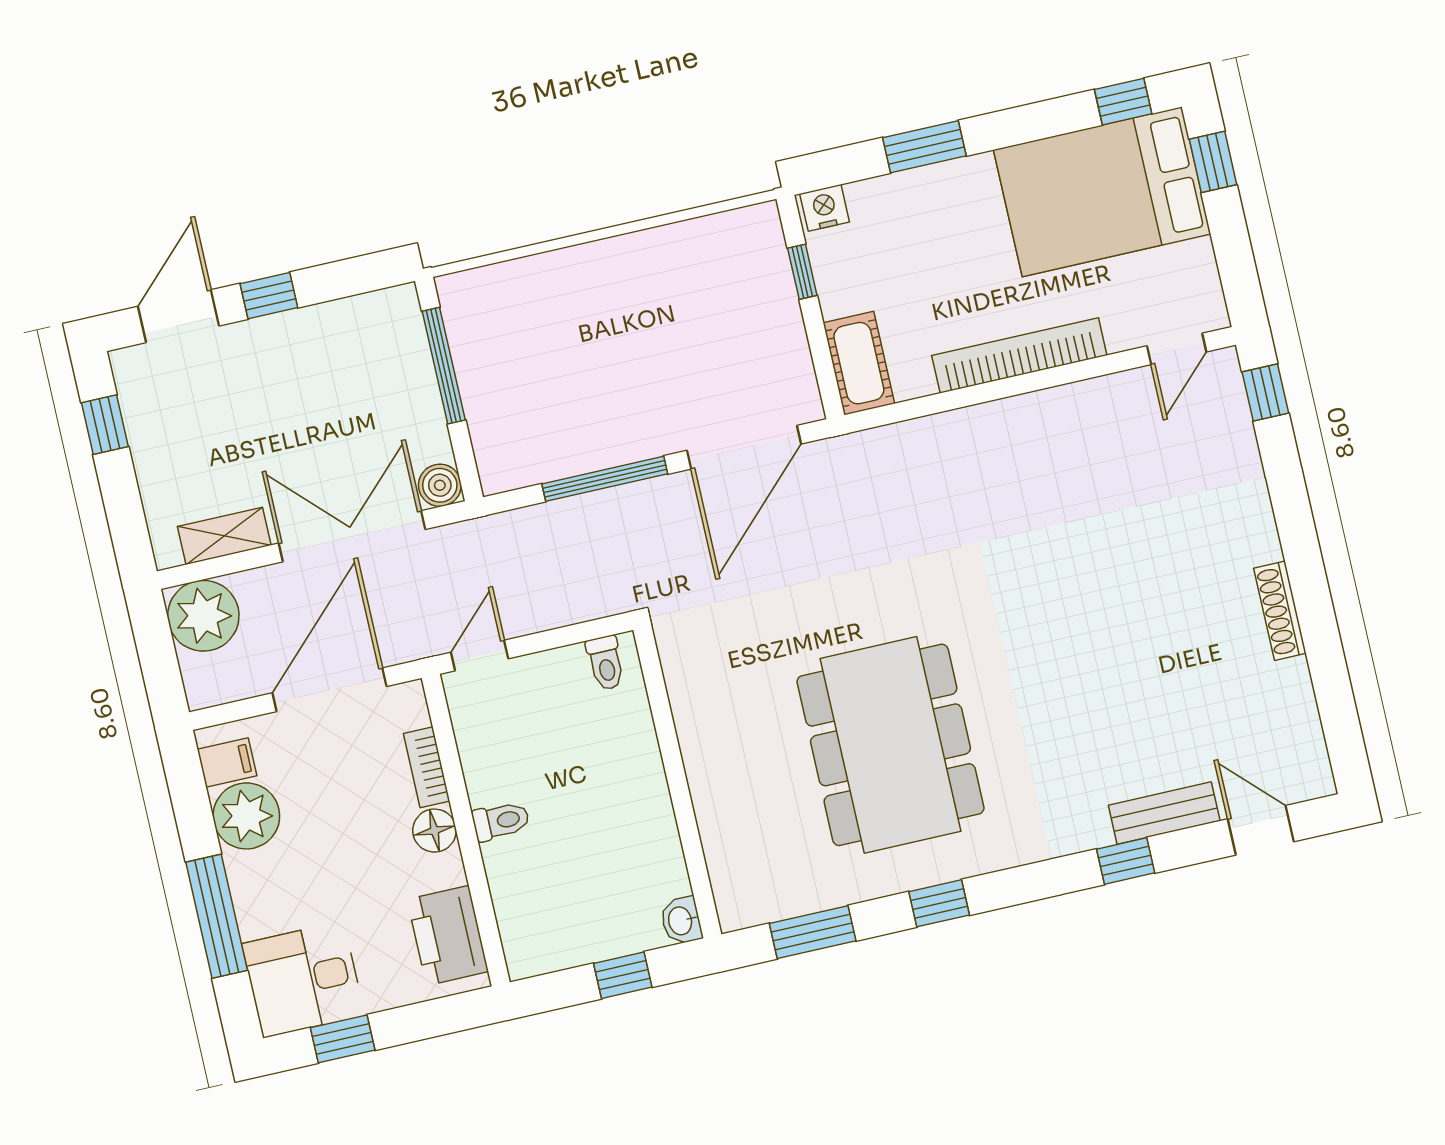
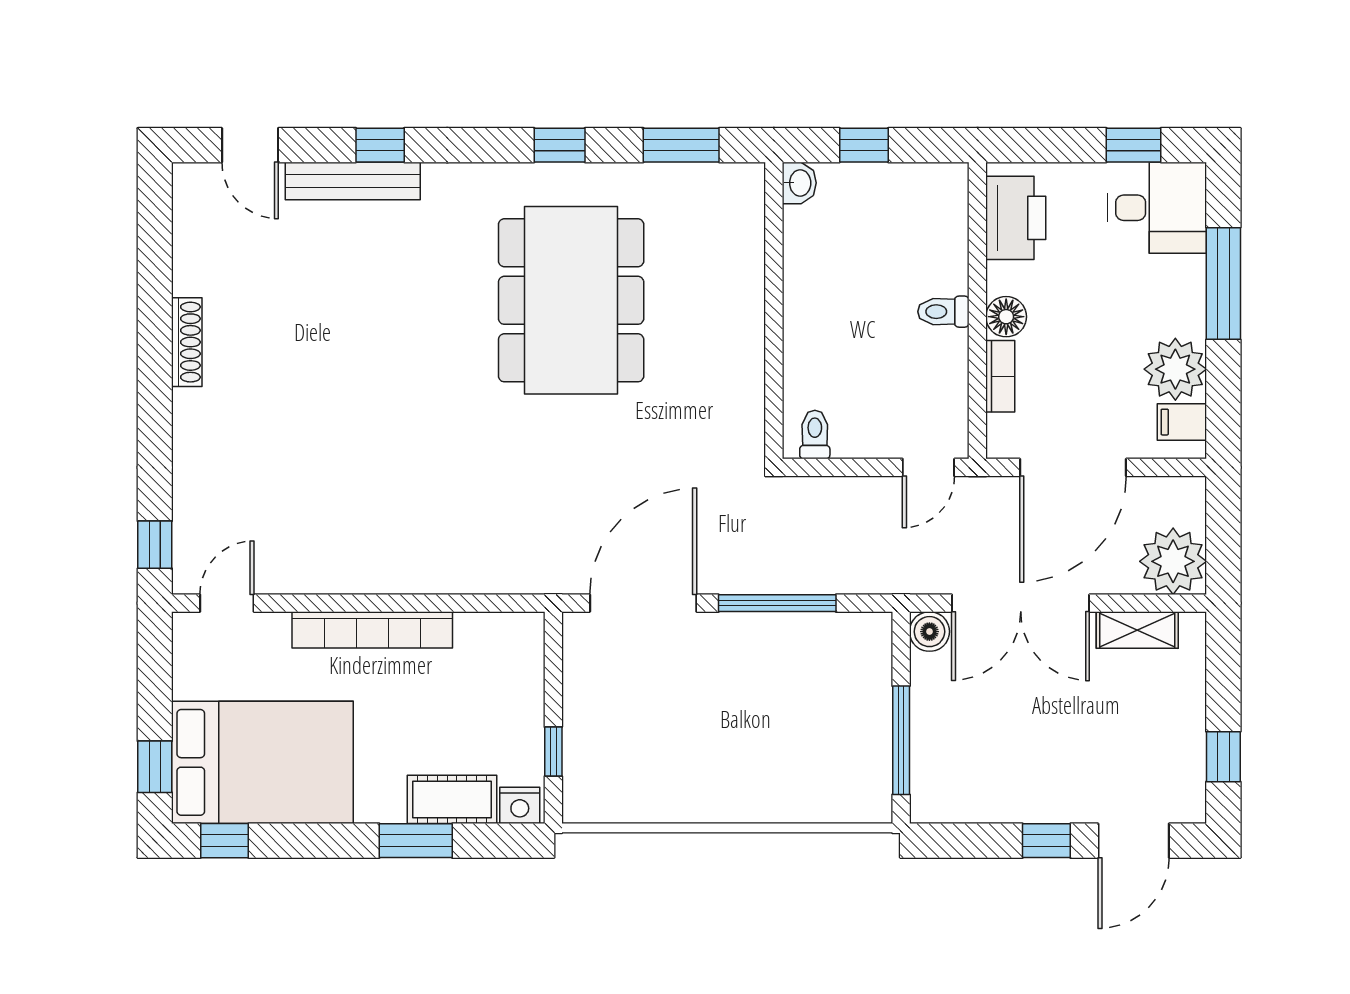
cot: (859, 363) -> (452, 799), moved, turned 90
bench: (1164, 813) -> (353, 181), width x1.36

